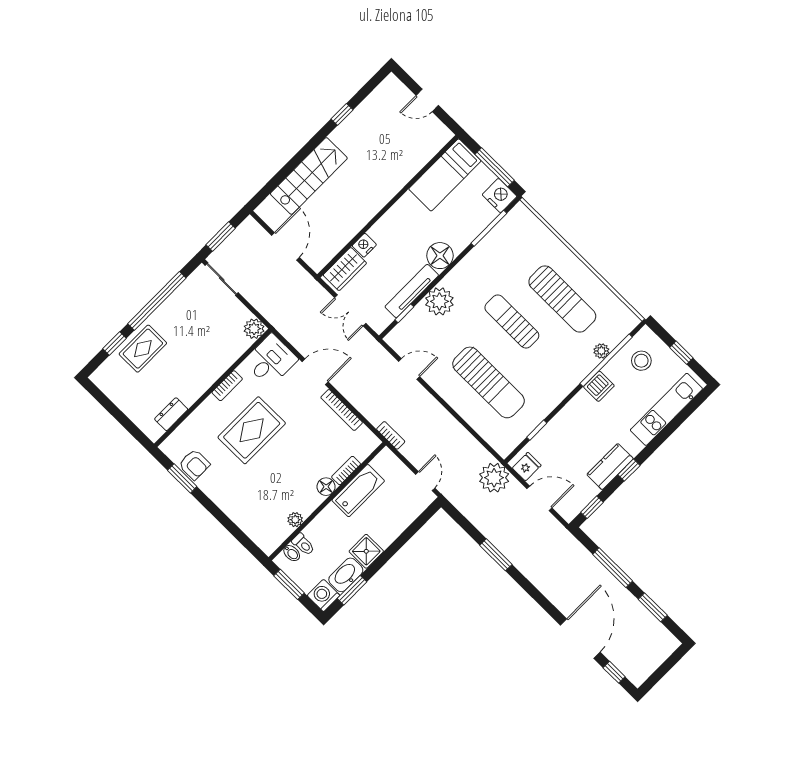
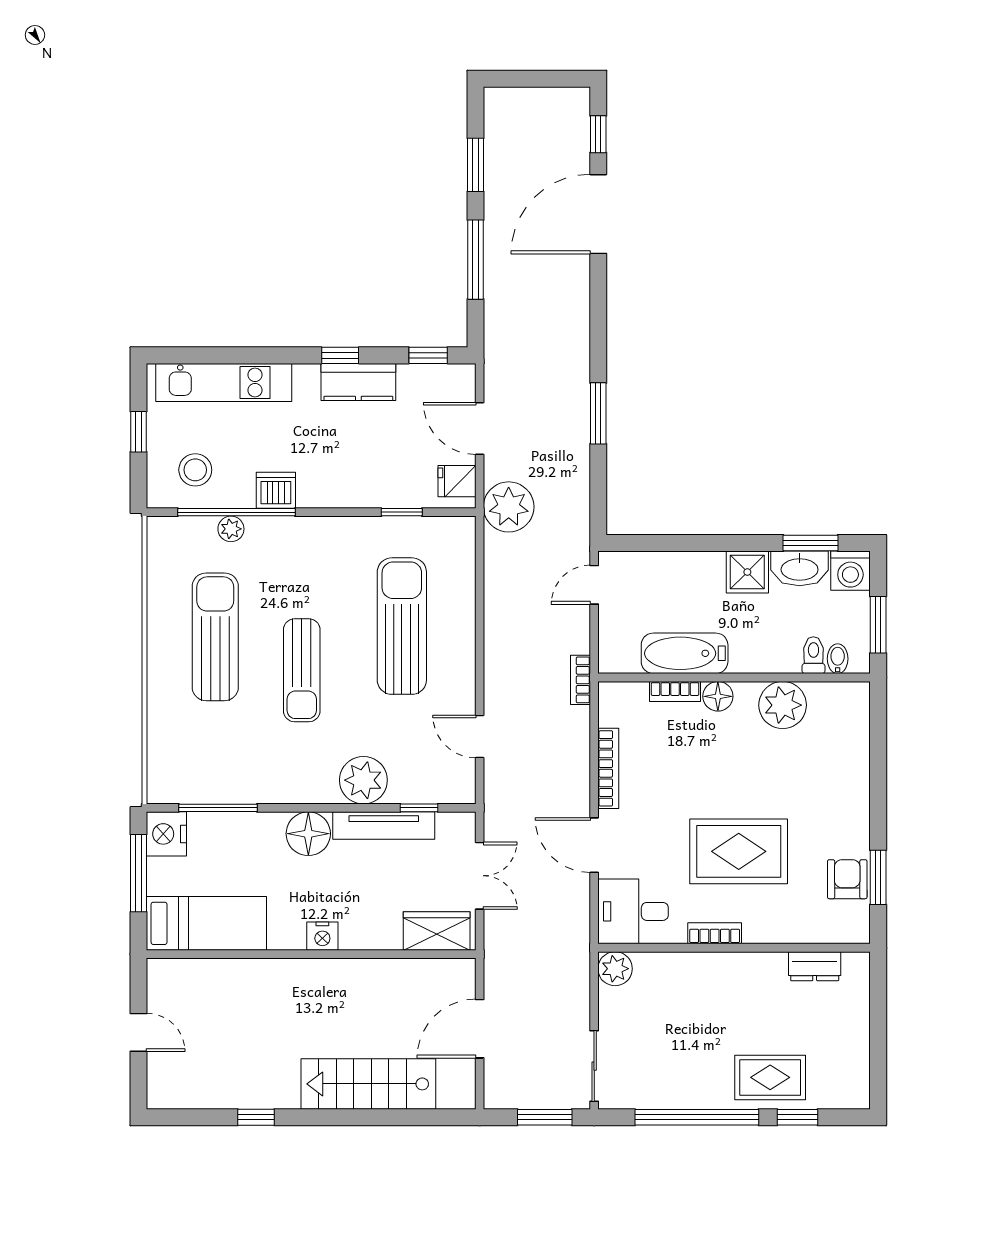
nightstand: (364, 245) -> (322, 936), moved
plant: (295, 520) -> (783, 705), width x1.88, depth x1.88

